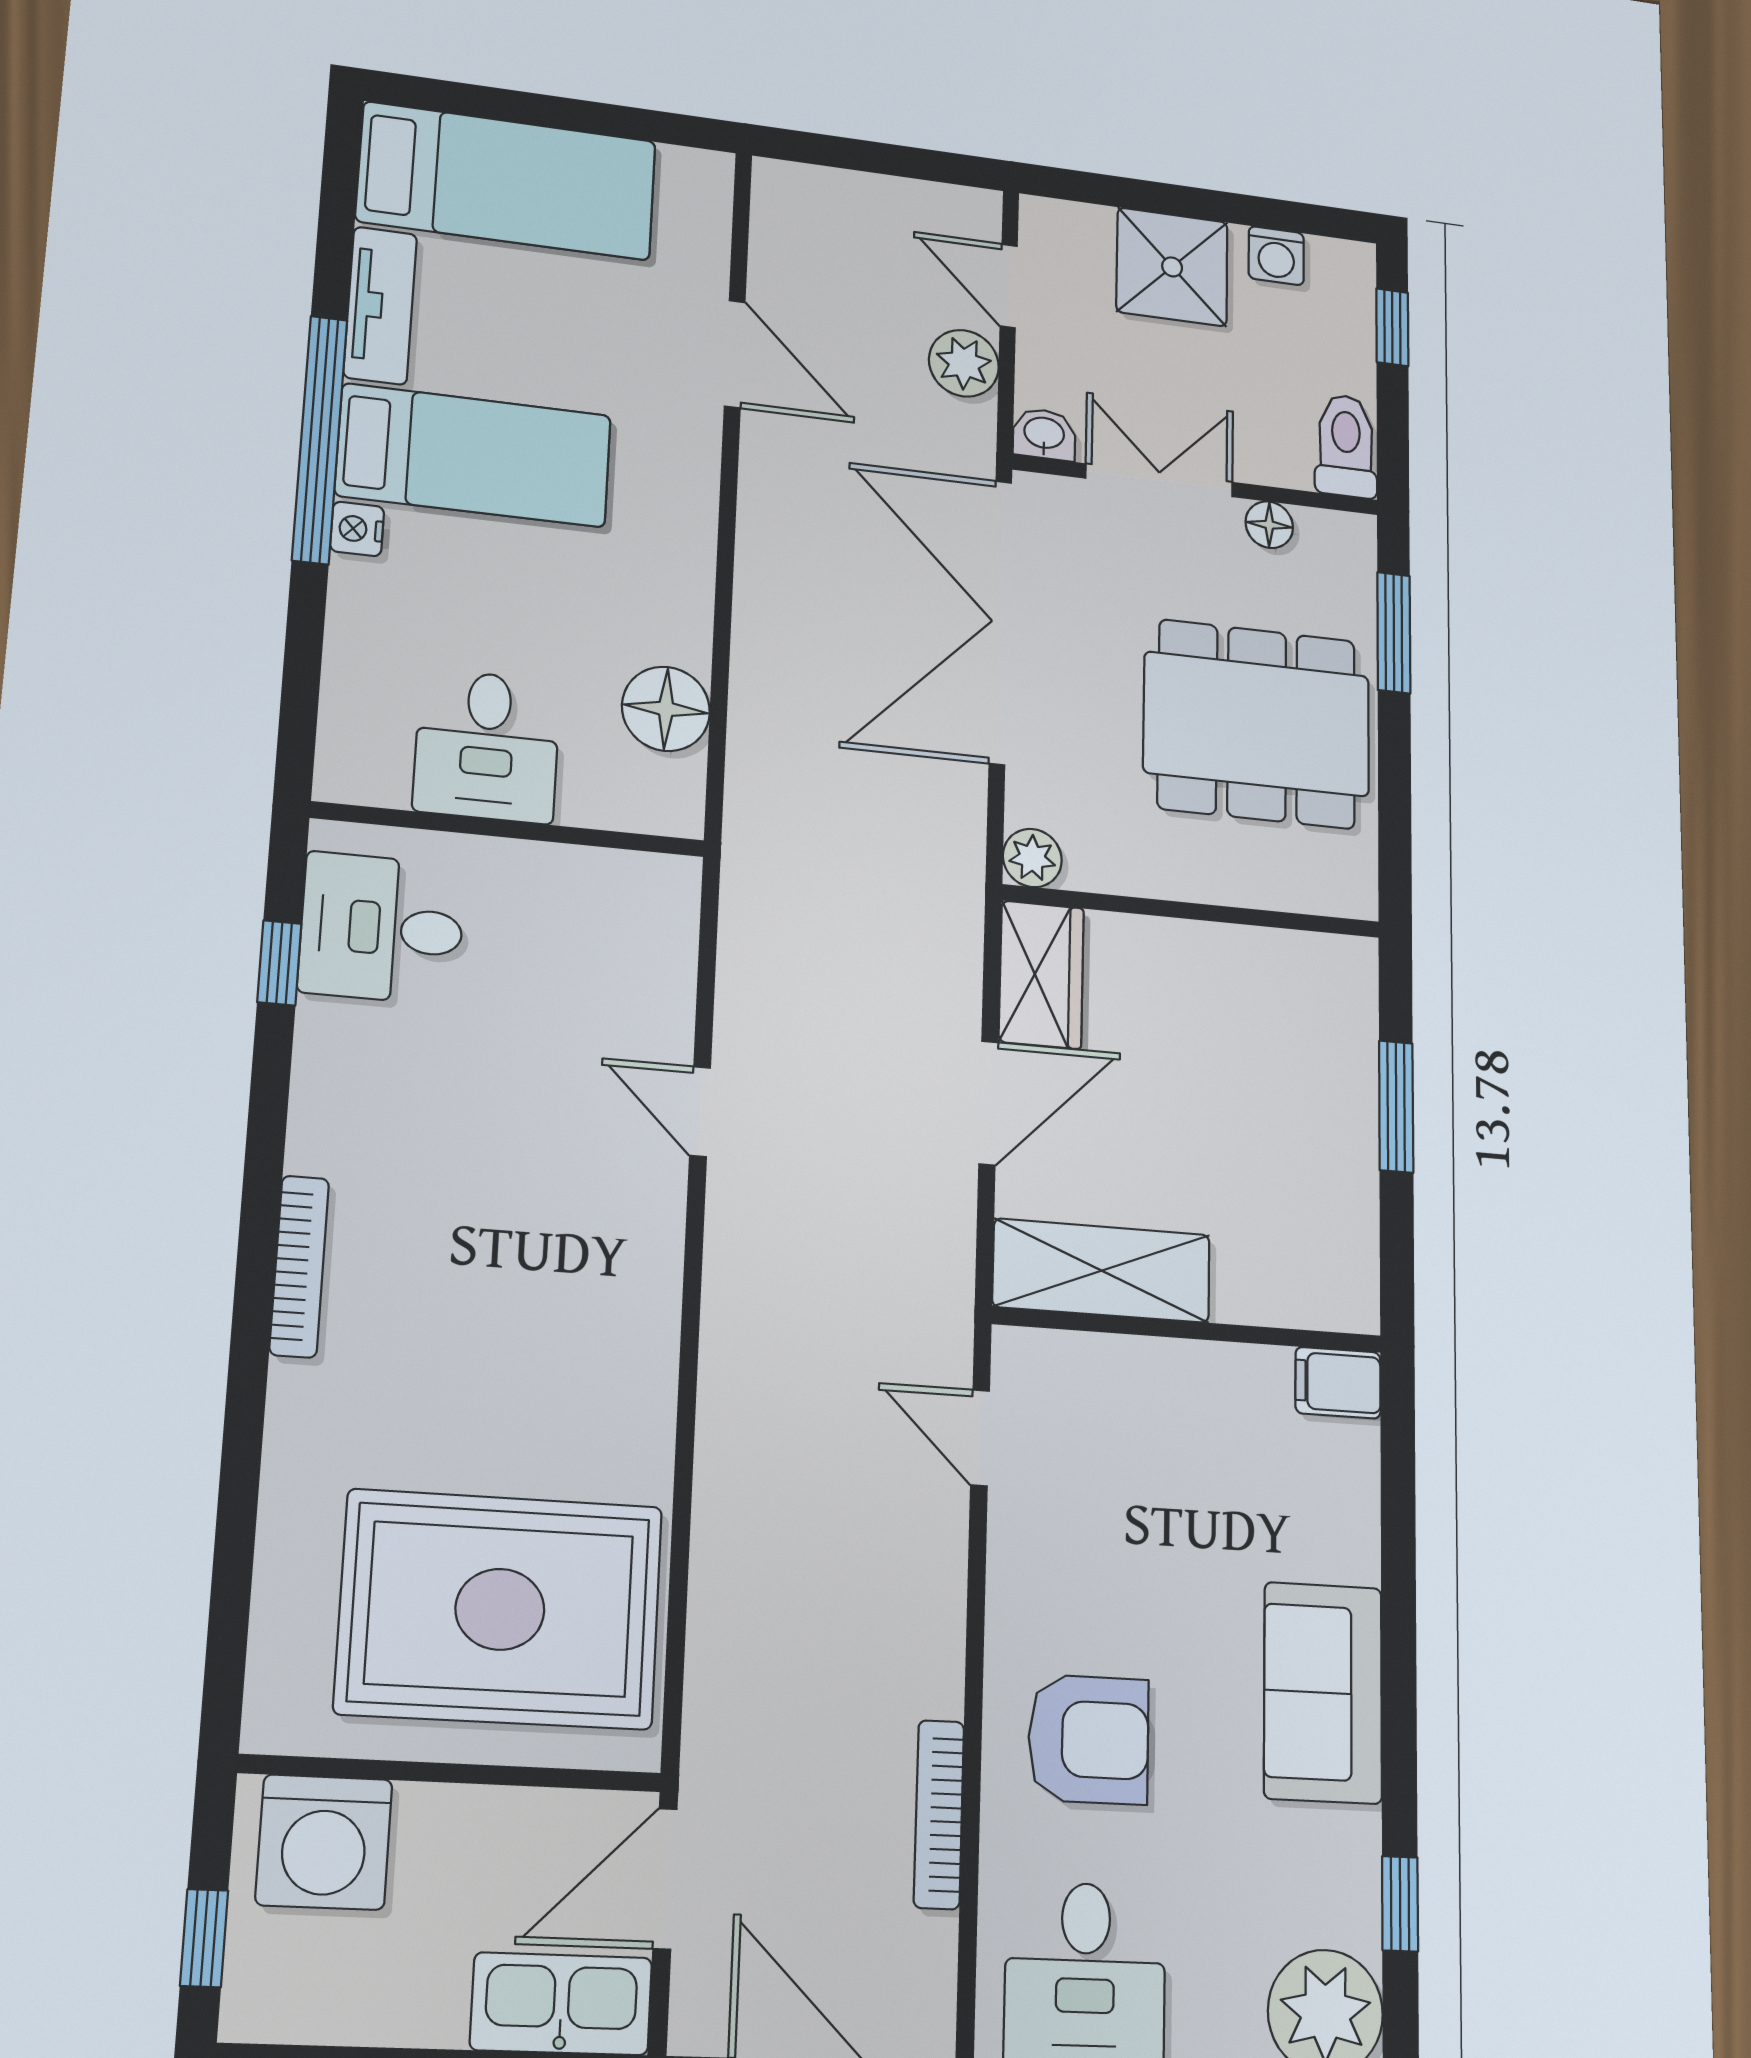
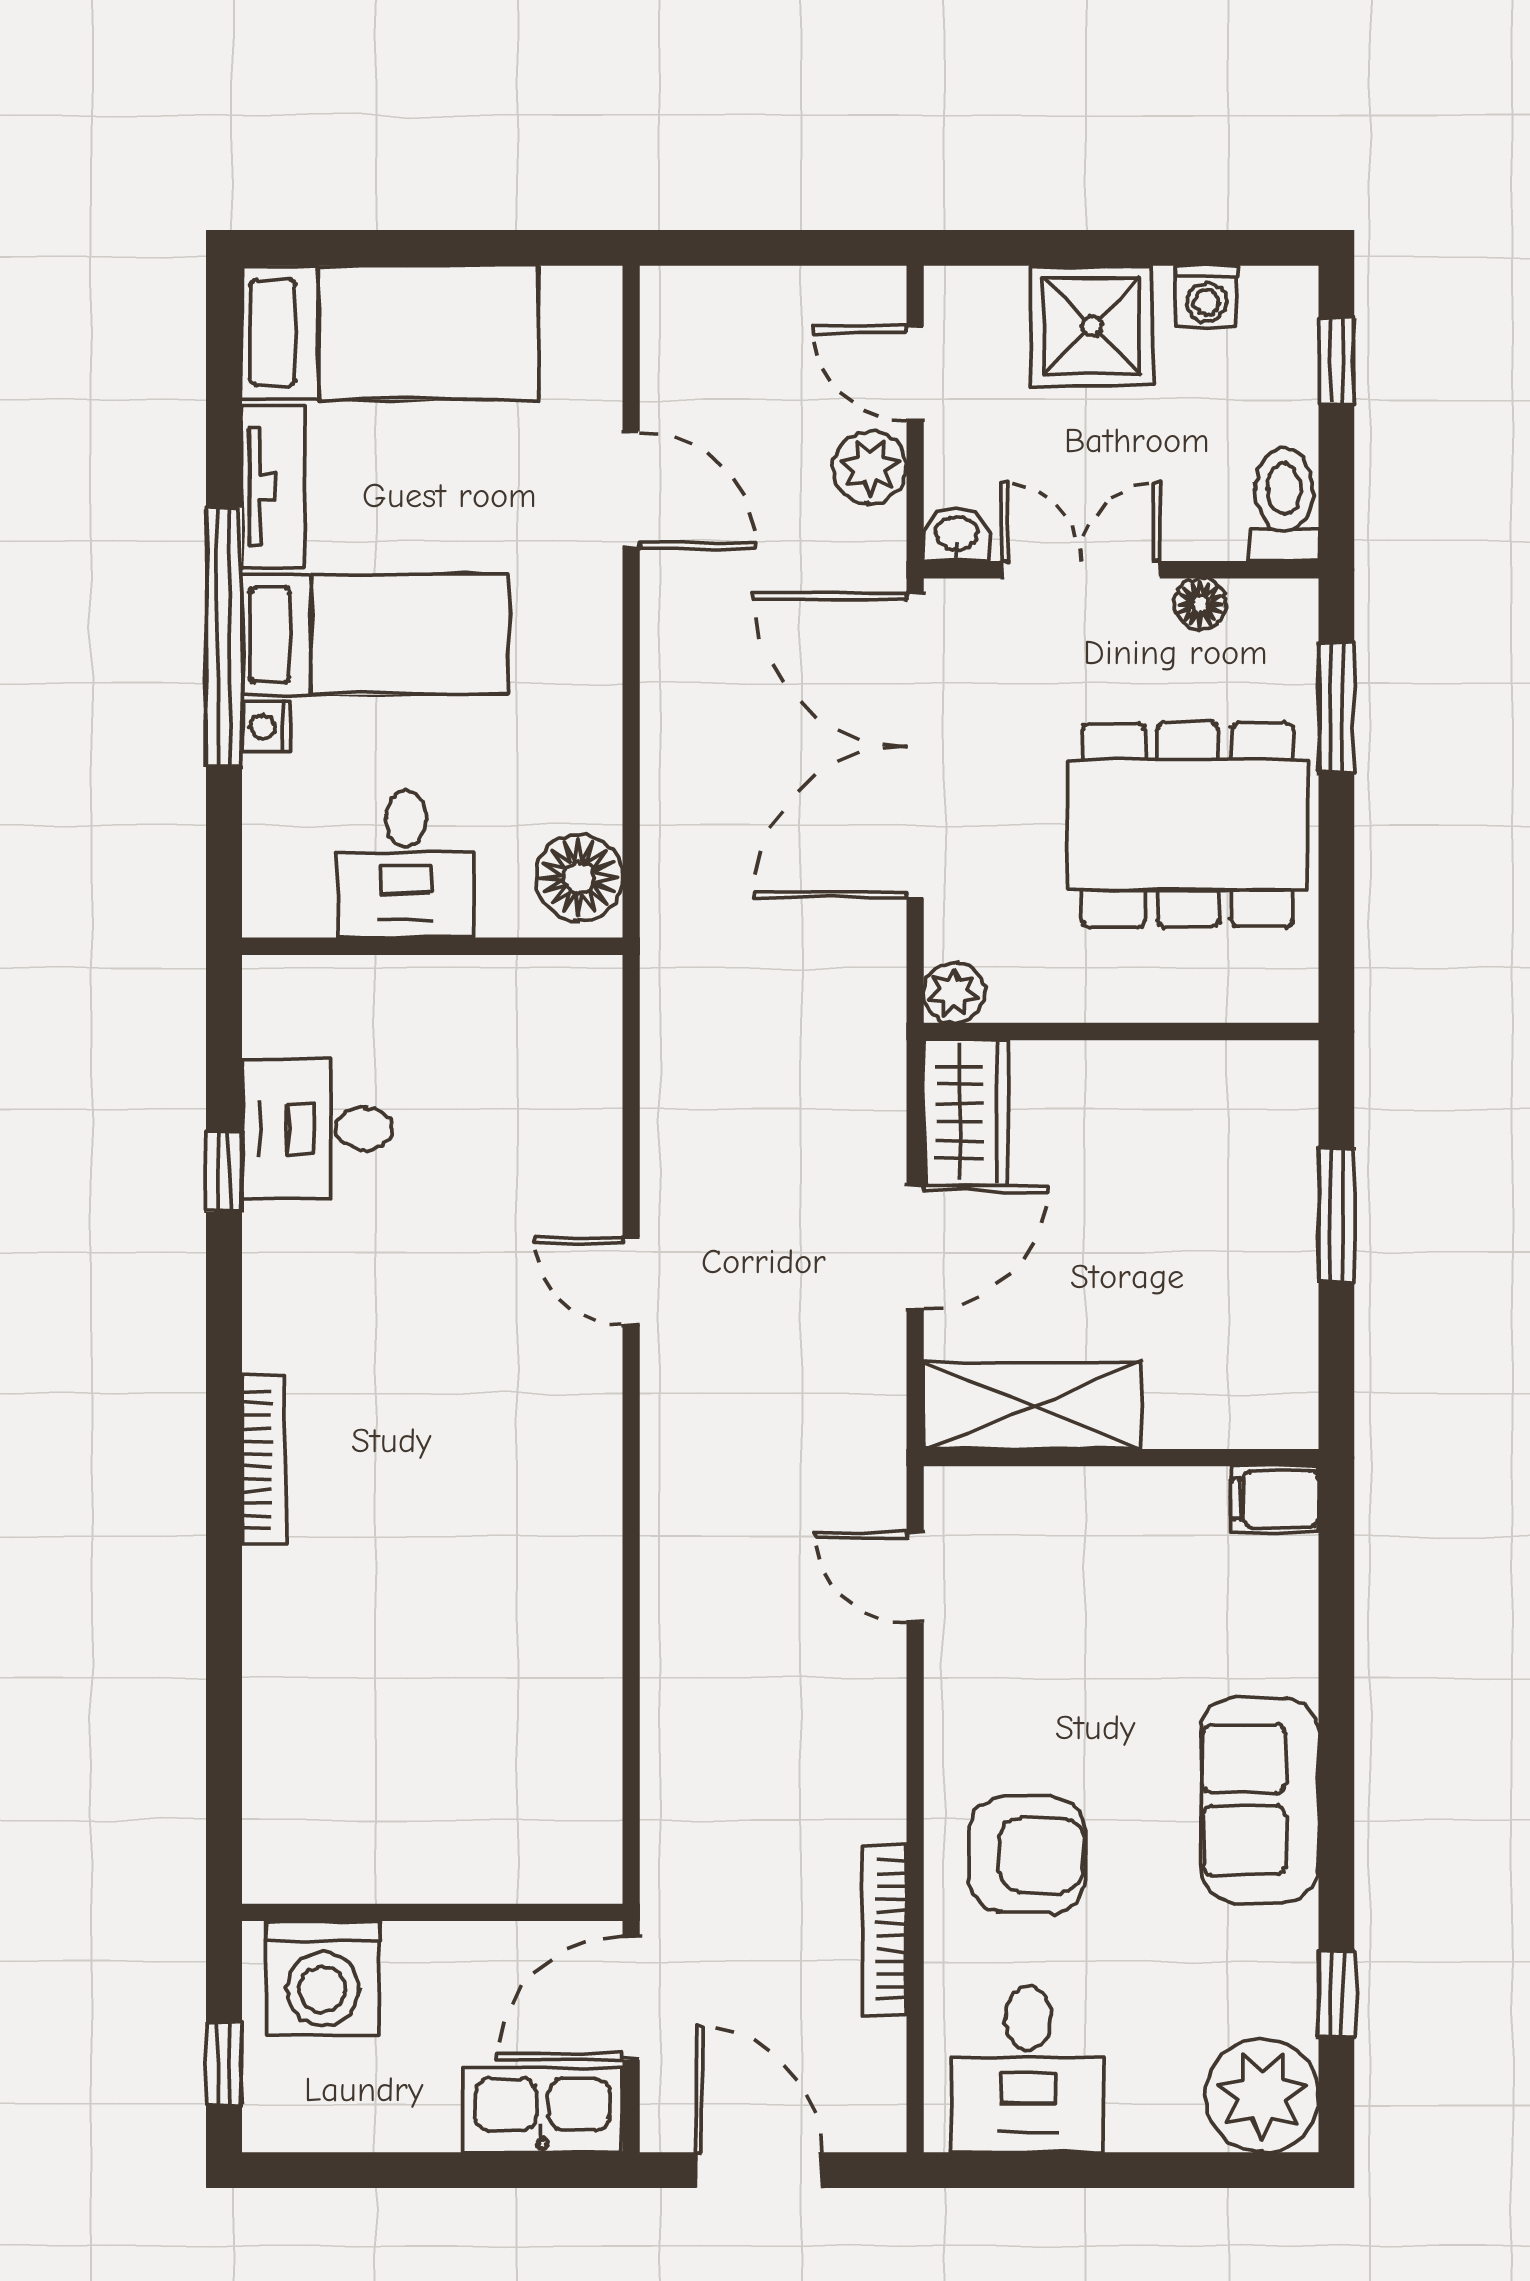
desk: (487, 746) -> (406, 864), moved
wall: (509, 829) -> (432, 946), moved
rug: (500, 1609) -> (467, 1764), removed

